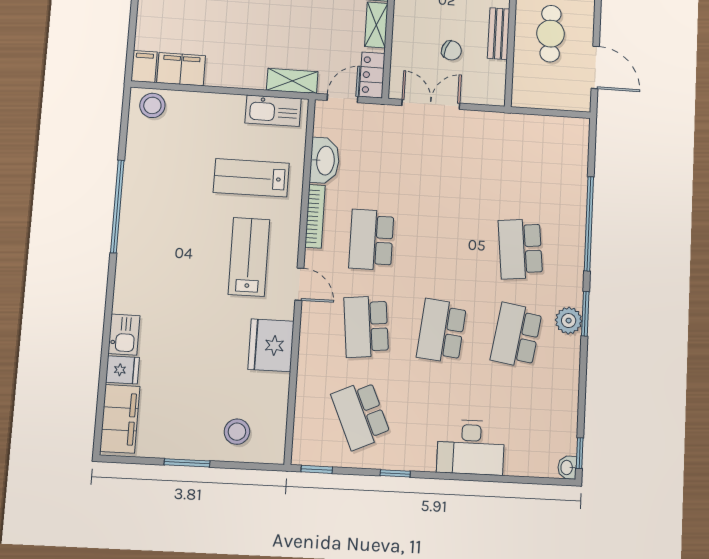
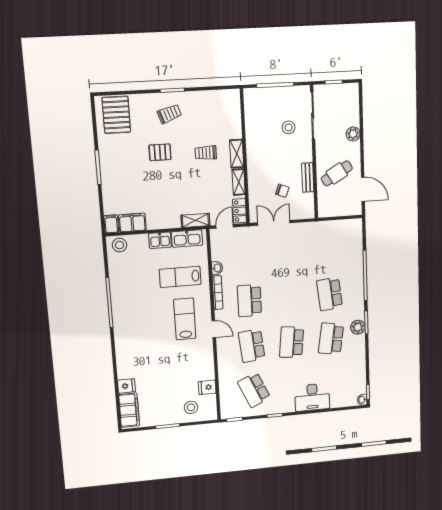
cafe table: (551, 34) -> (337, 173), turned 60
washbasin: (325, 161) -> (217, 268), width x0.52, depth x0.69
kitchen sink: (124, 335) -> (160, 240), moved, turned 90
fridge: (271, 345) -> (207, 387), moved, width x0.53, depth x0.75

